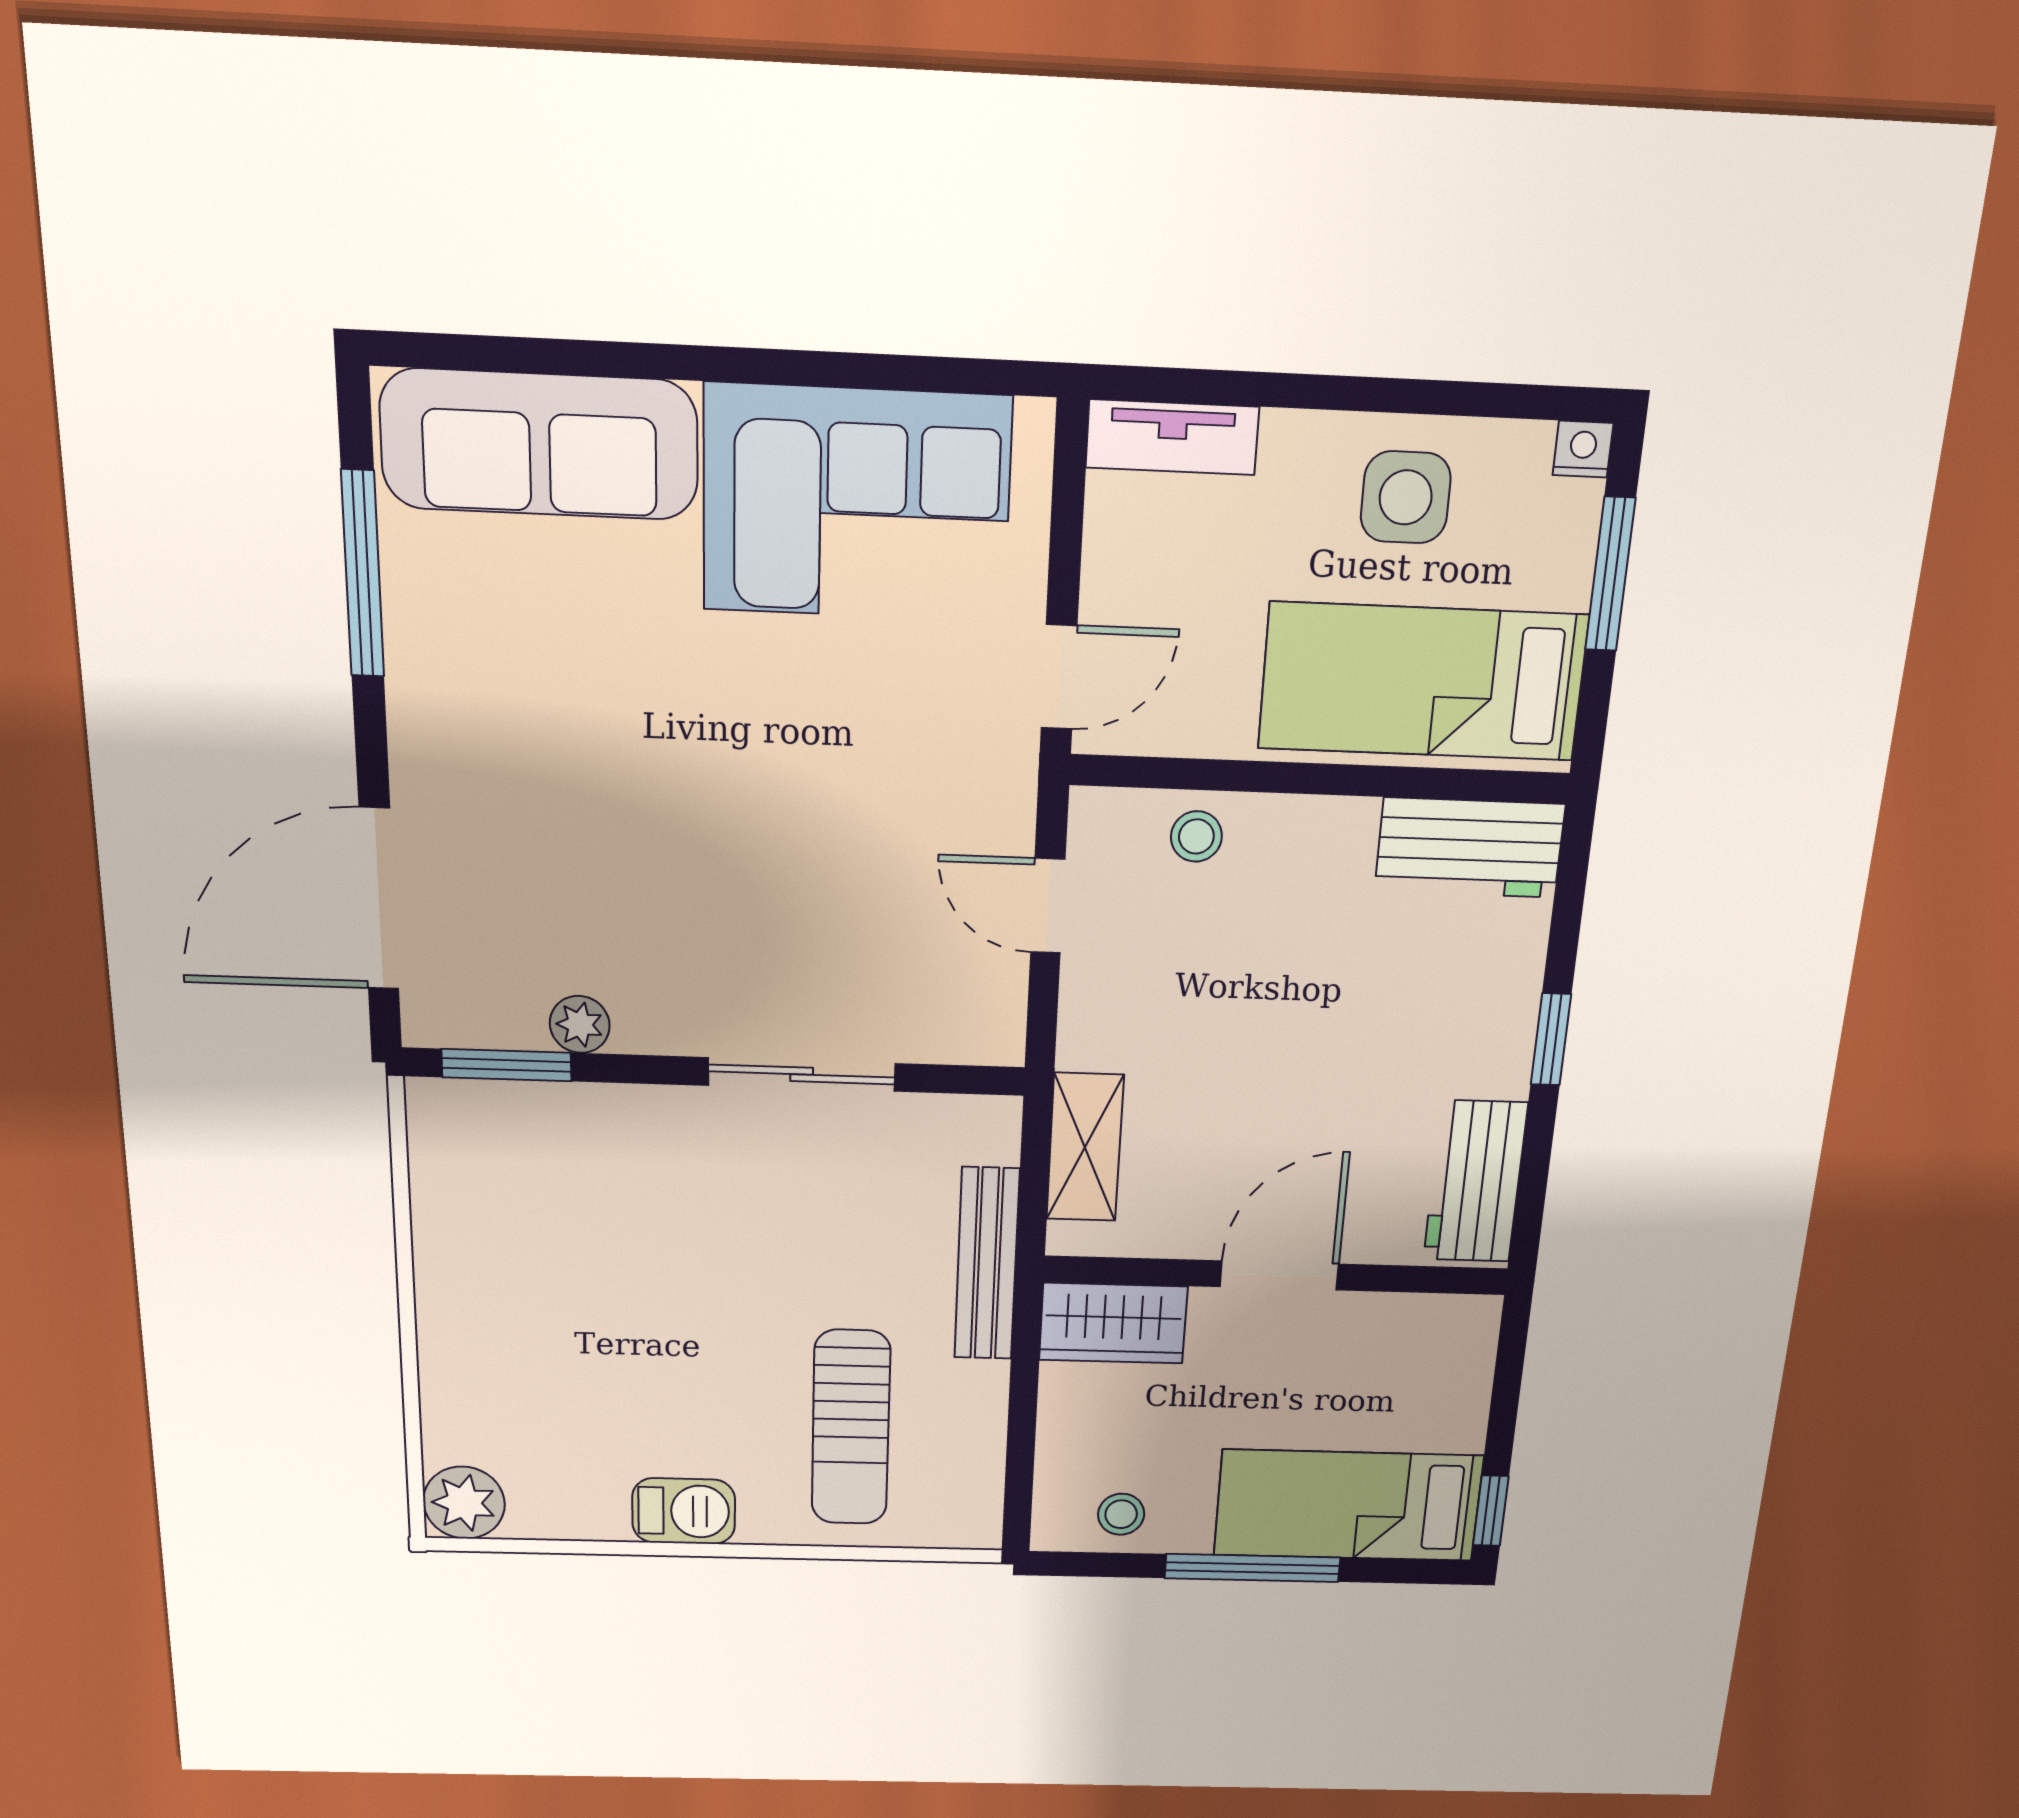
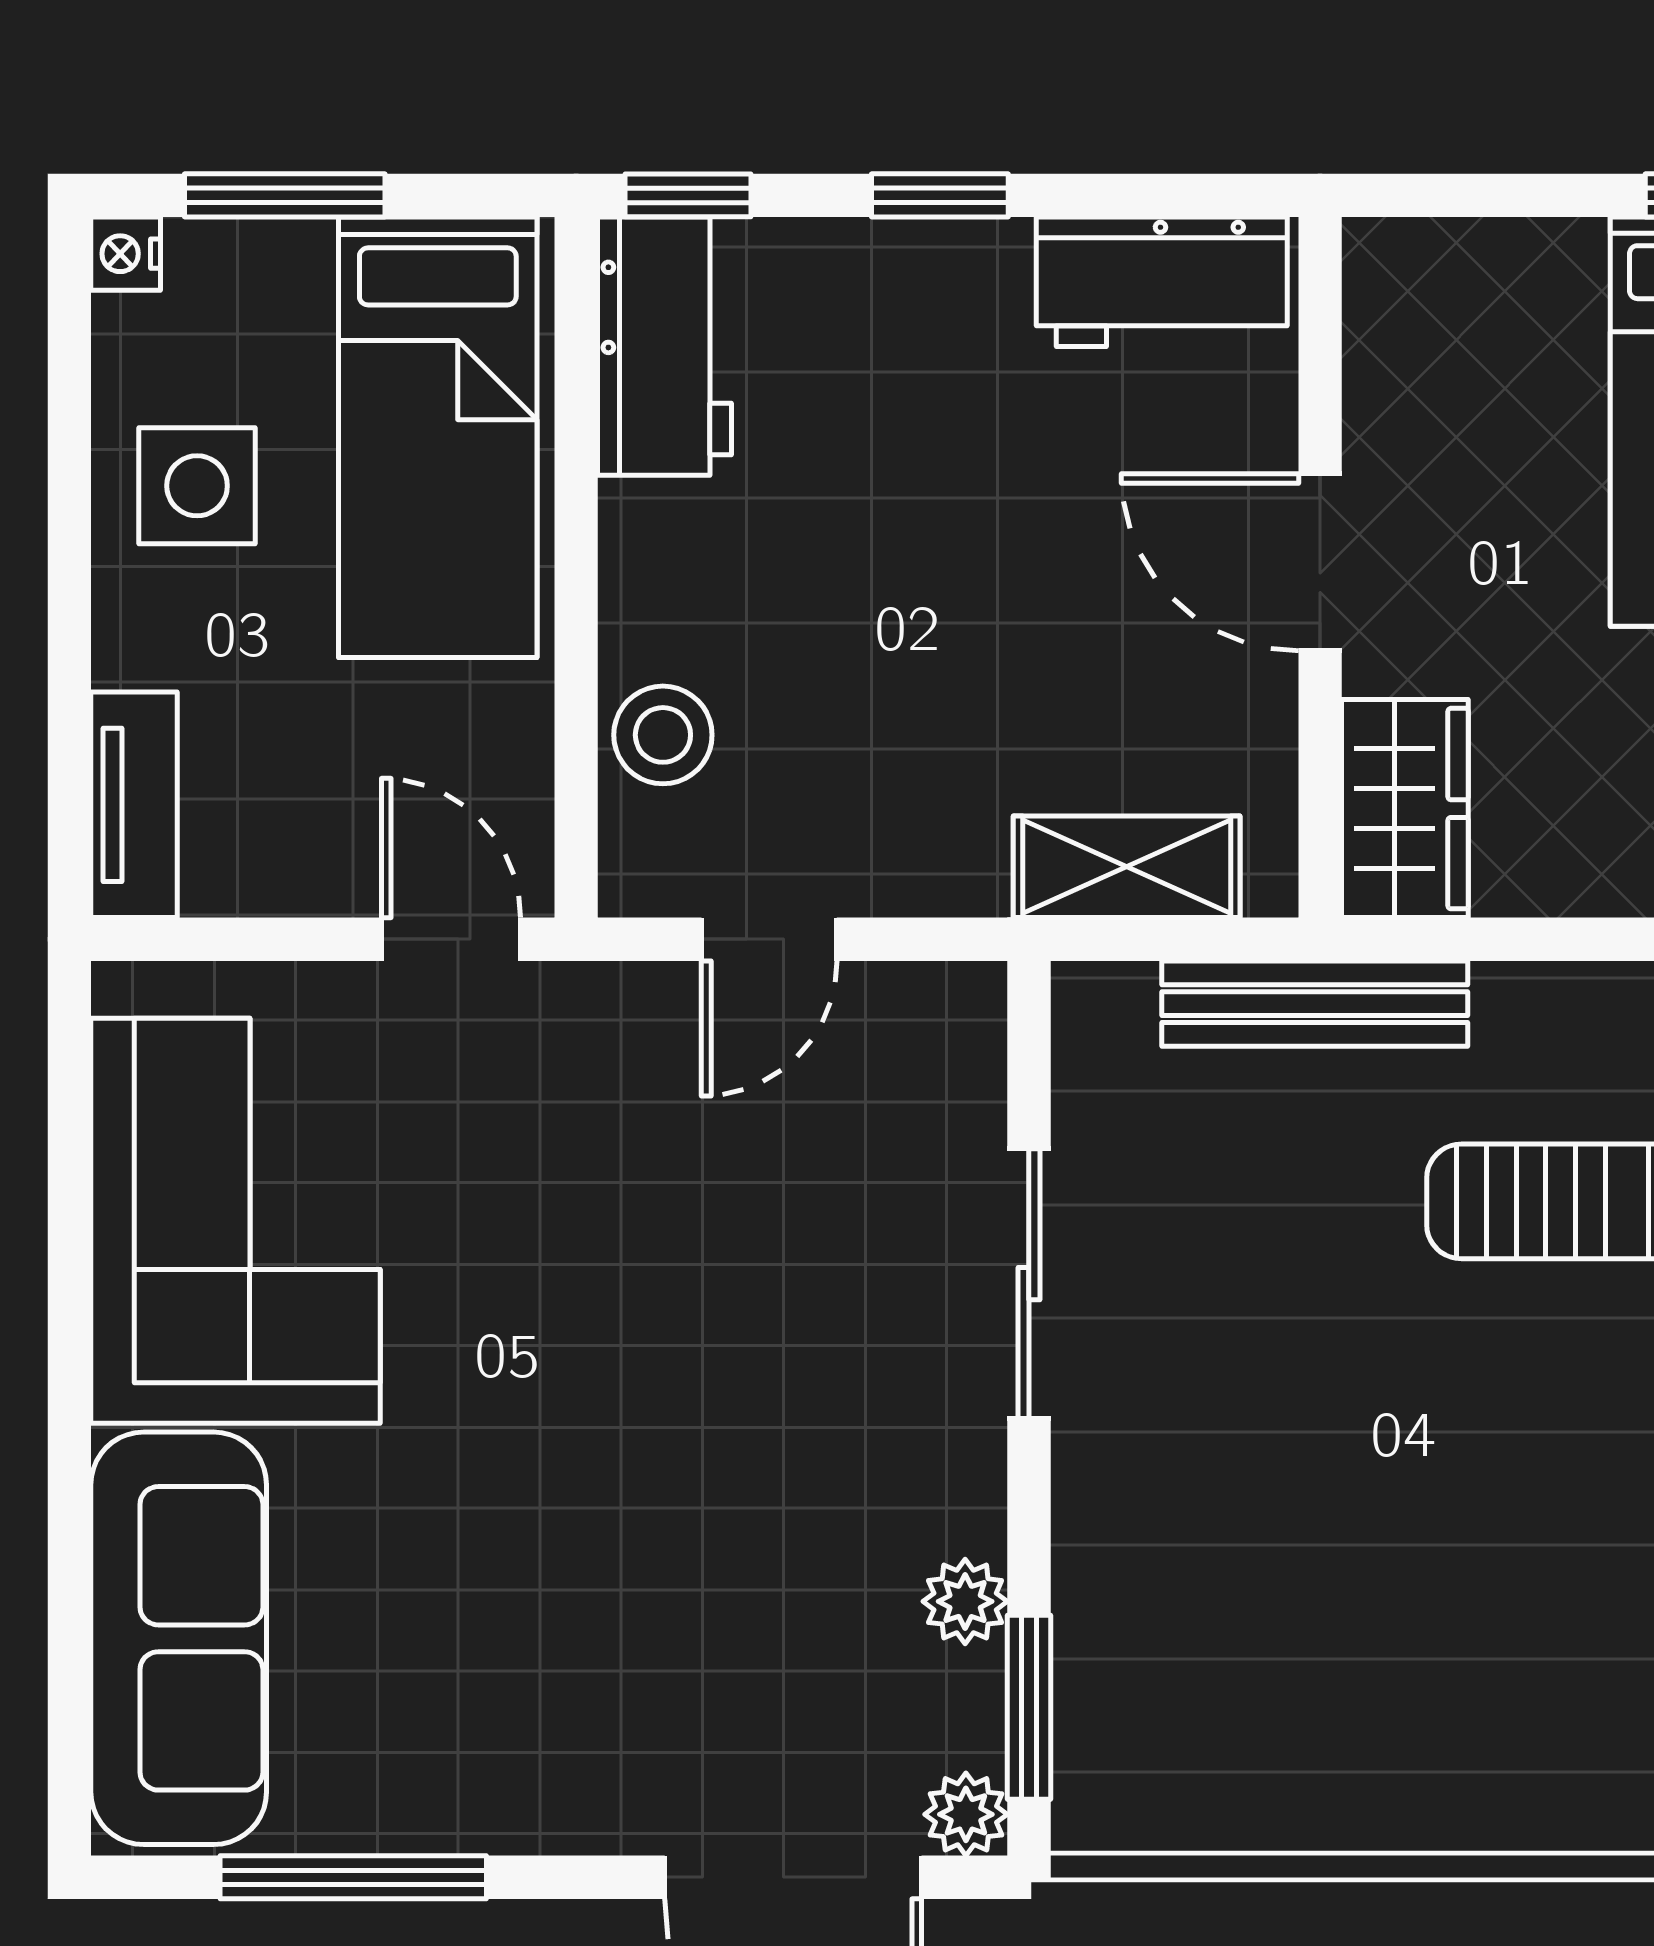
stool: (1196, 836) -> (663, 735), width x1.37, depth x1.37
window: (1573, 868) -> (688, 195), added
plant: (430, 1020) -> (966, 1814), added

